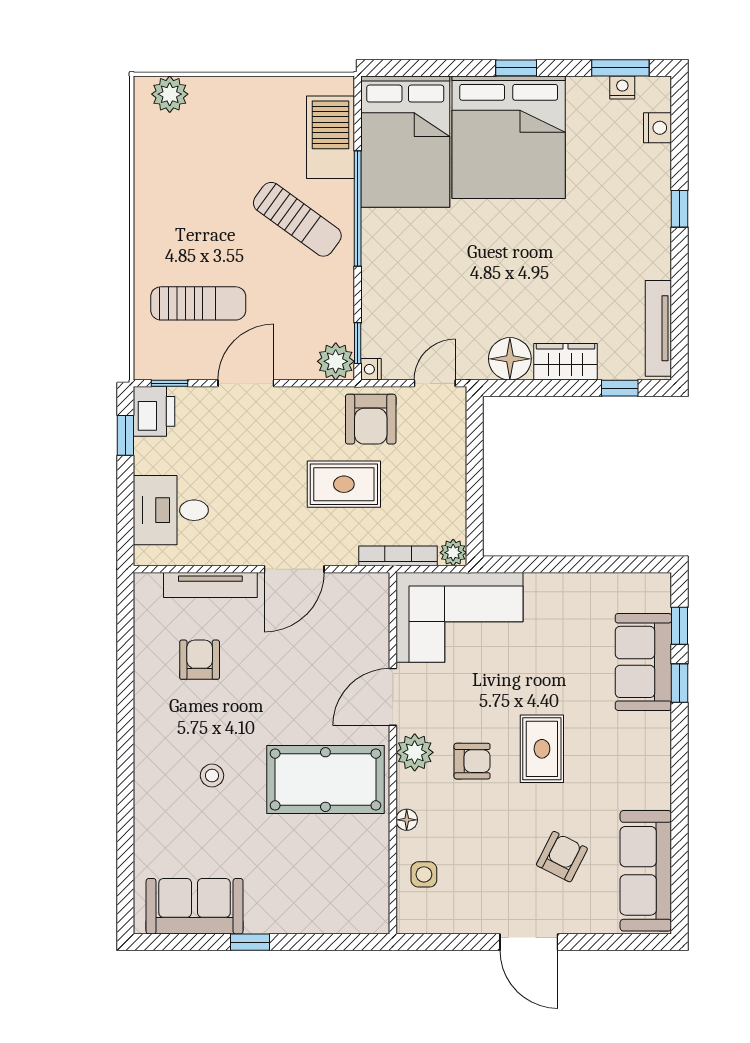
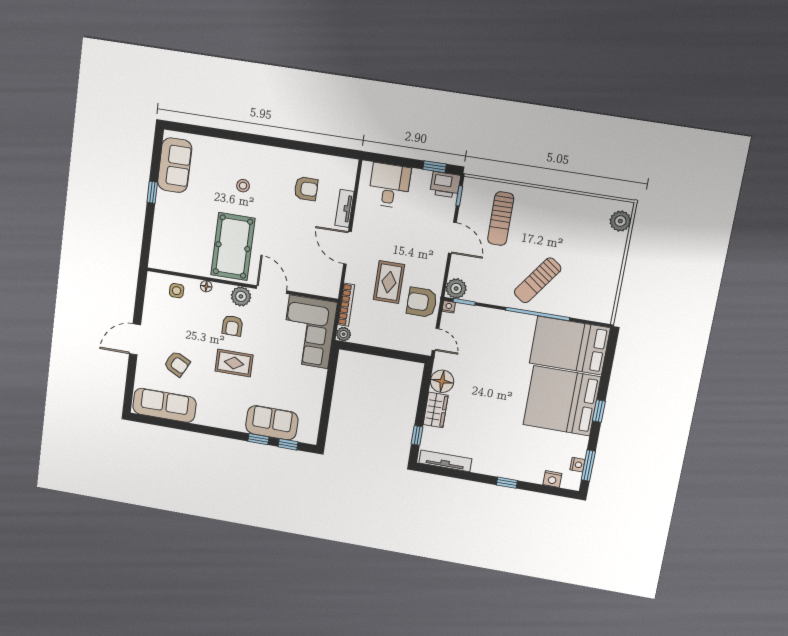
barbecue: (331, 137) -> (580, 306), removed
tv unit: (210, 585) -> (344, 208), width x0.71

